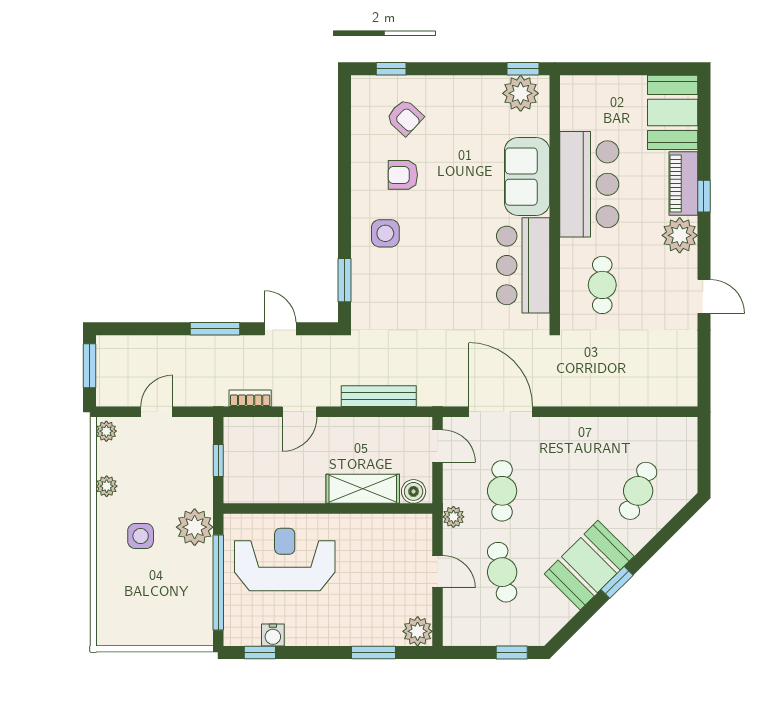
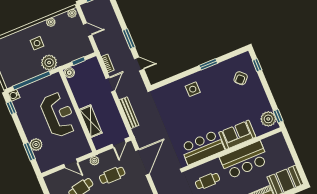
armchair: (403, 175) -> (218, 87), removed
window: (344, 280) -> (208, 64), moved
door: (280, 329) -> (139, 64), hinge flipped
door: (299, 412) -> (110, 85), swing flipped
boiler: (414, 491) -> (69, 73), moved
reception desk: (285, 560) -> (58, 115), moved
door: (438, 572) -> (71, 163), hinge flipped
plant: (418, 631) -> (36, 145), moved
water cooler: (273, 635) -> (14, 95), moved

